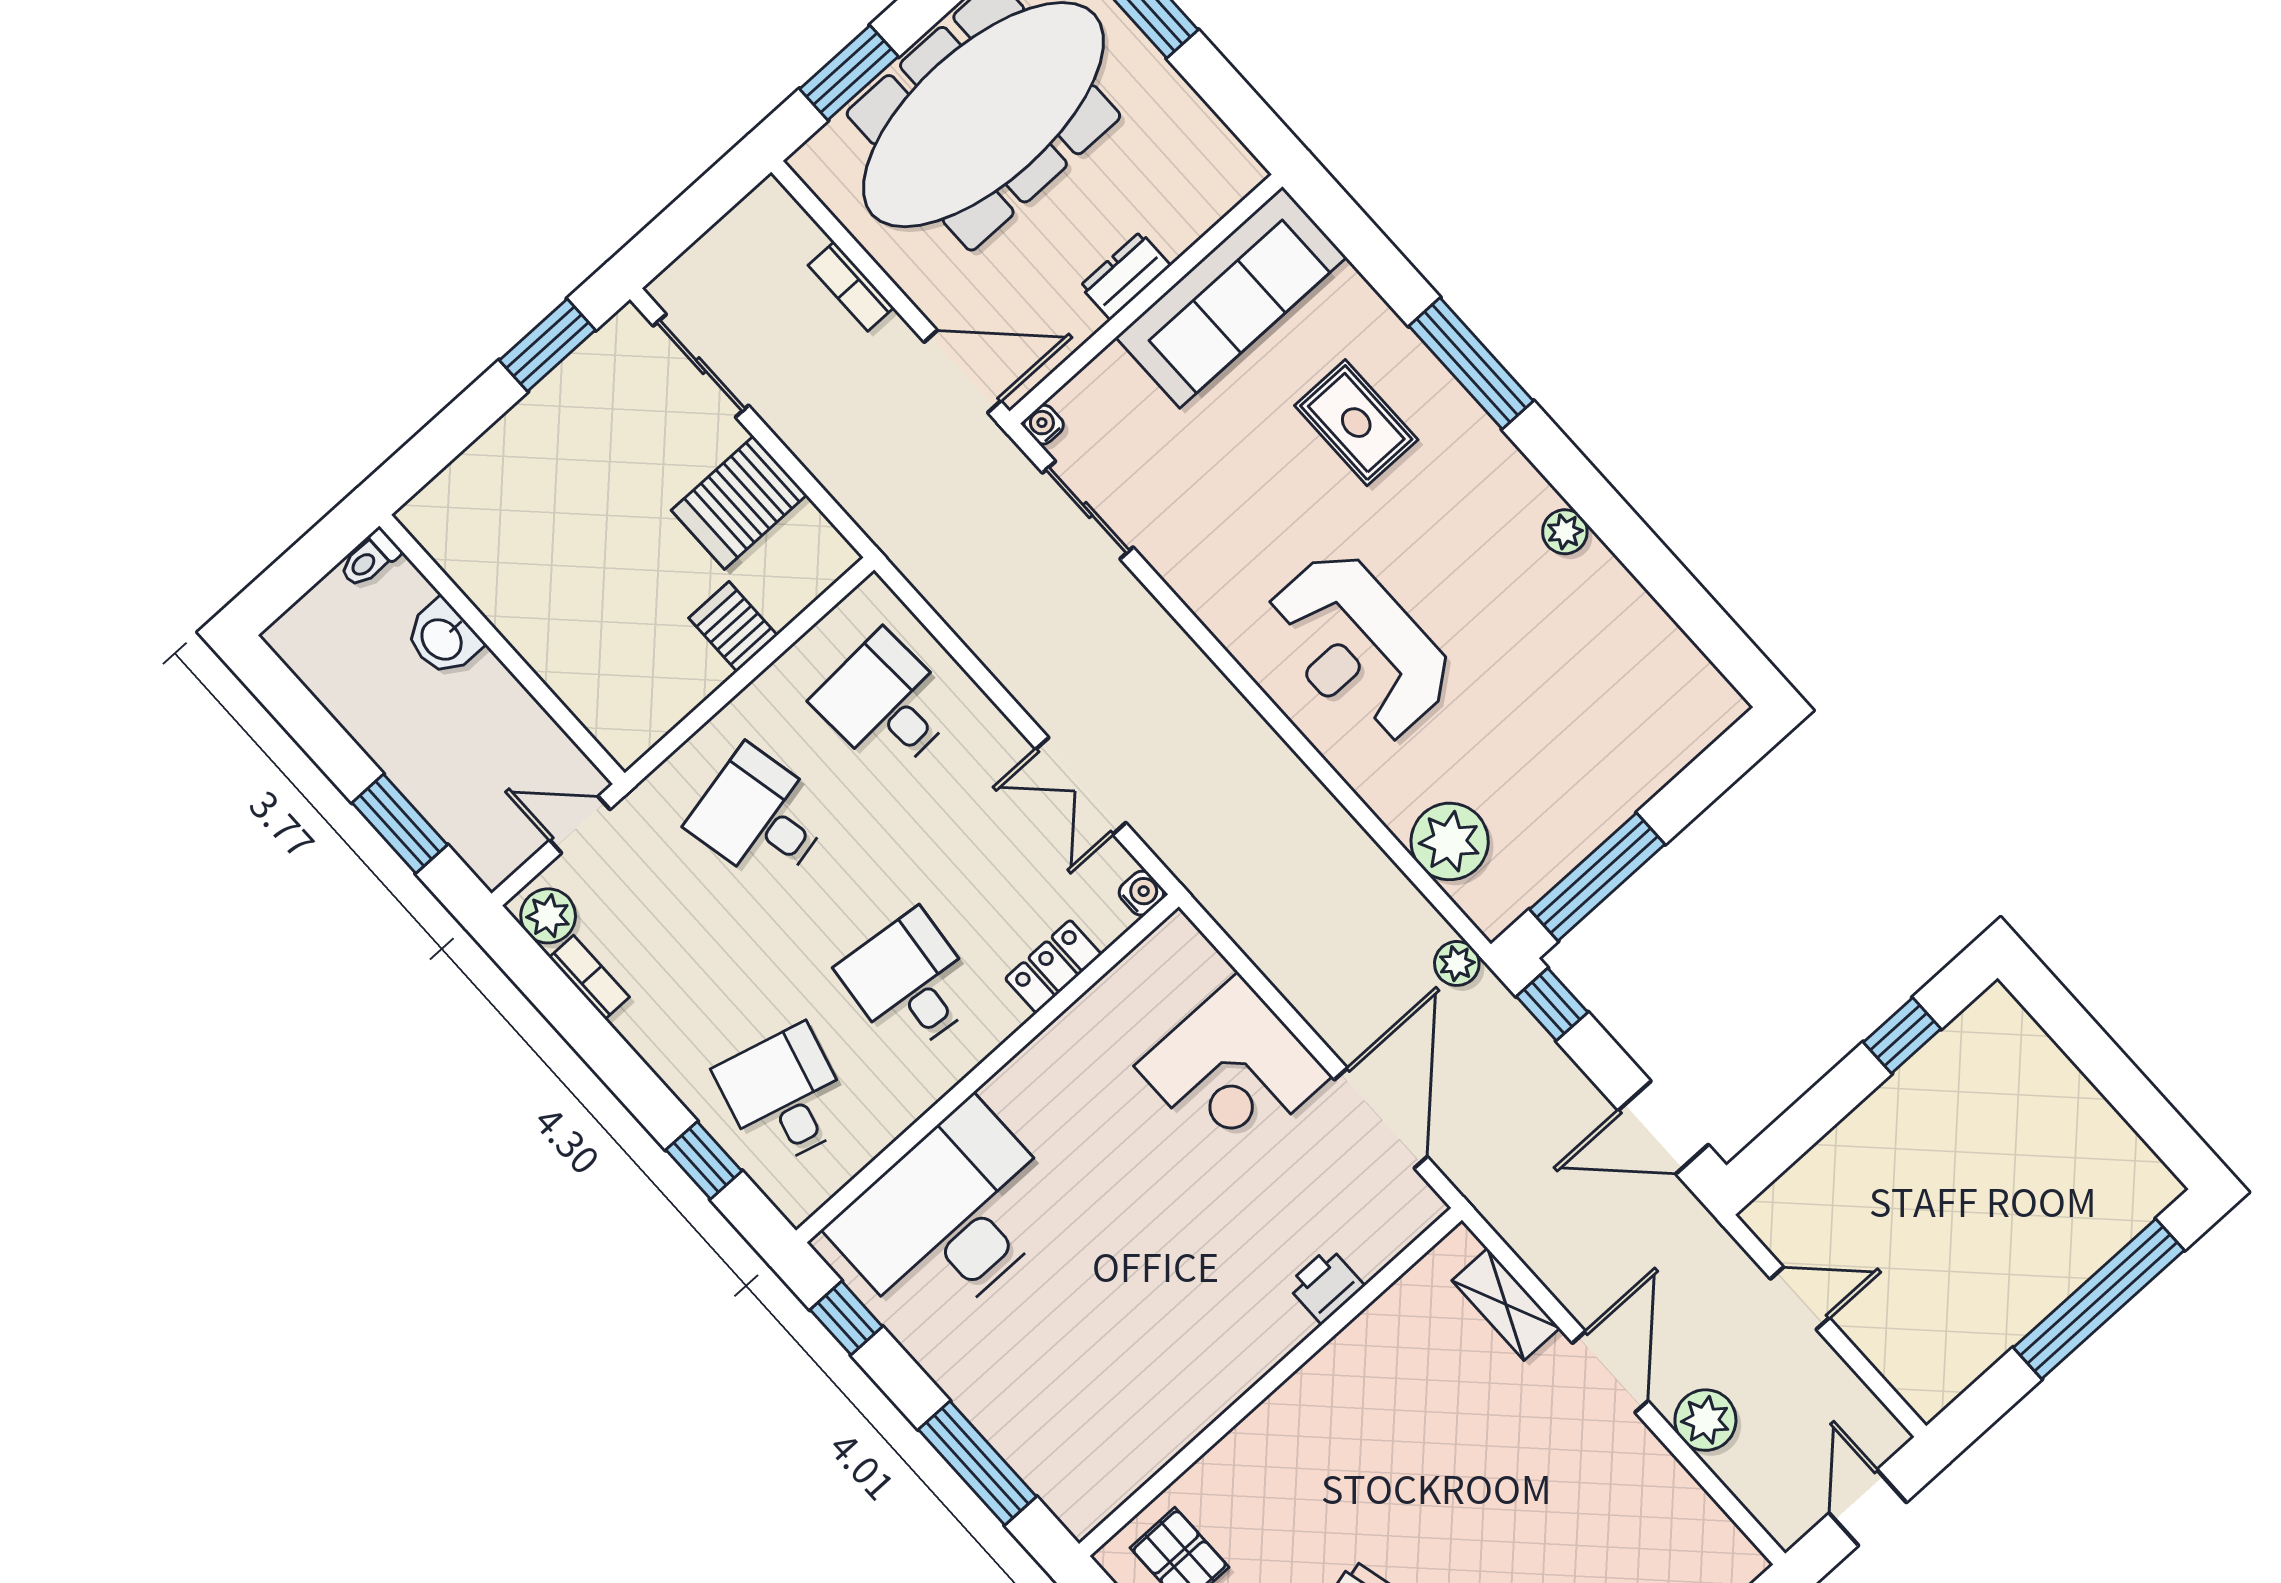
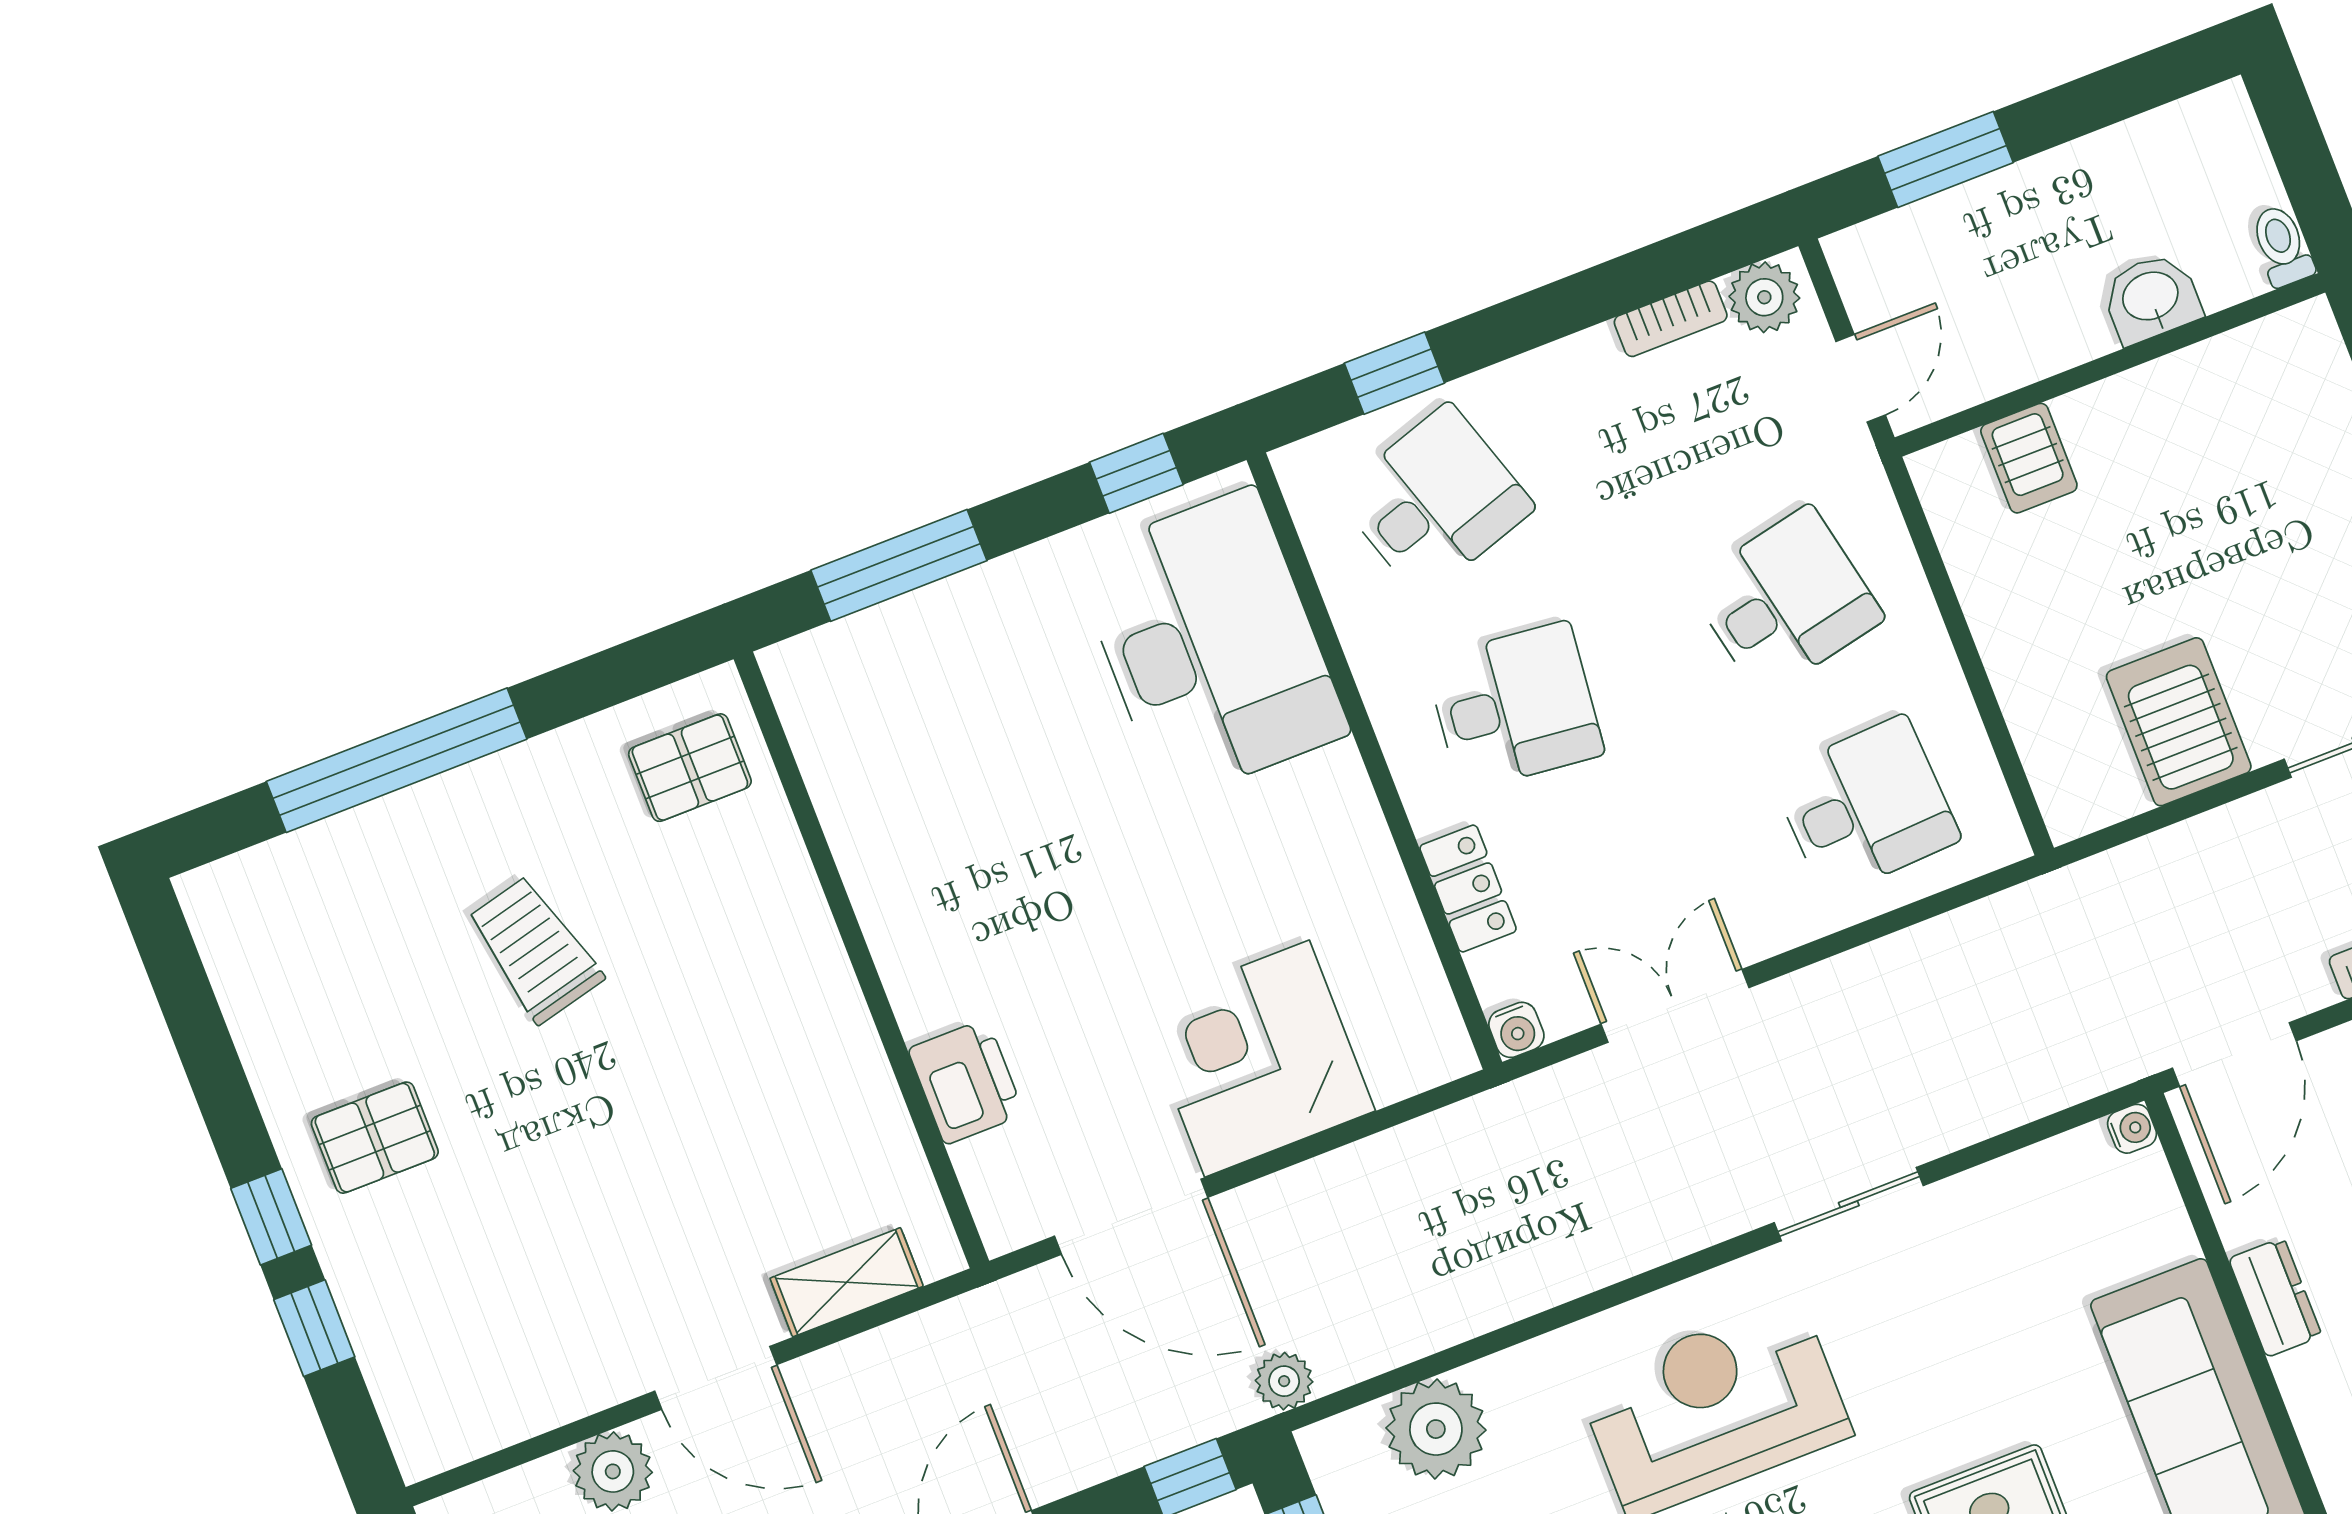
sliding door: (1088, 510) -> (1849, 1204), moved
server rack: (733, 627) -> (2029, 458), moved, turned 90
desk: (785, 1096) -> (1435, 501), turned -33
printer: (1326, 1286) -> (966, 1082), width x1.36, depth x1.24

